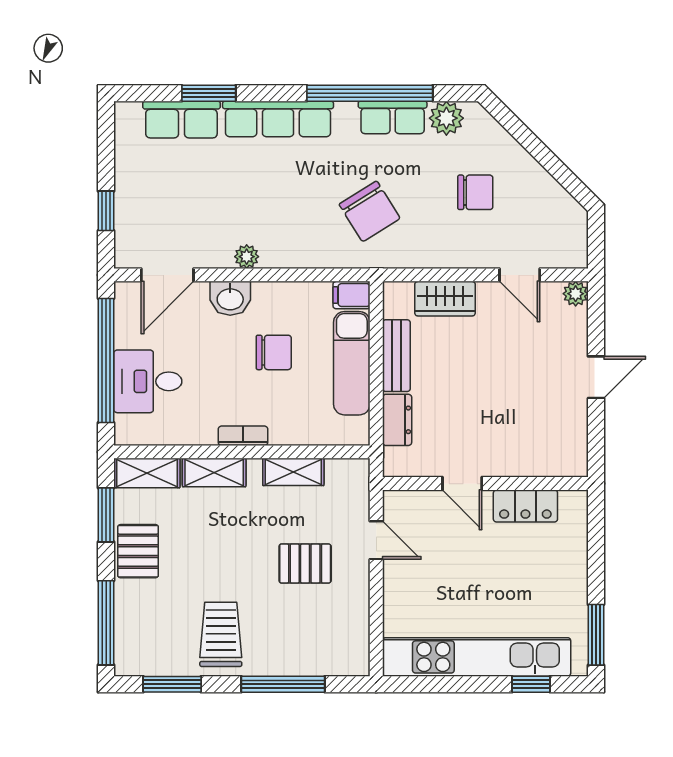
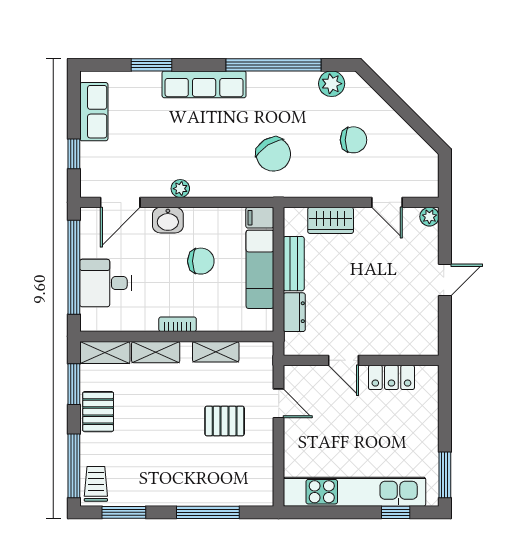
row of seats: (393, 117) -> (291, 83), removed
row of seats: (181, 120) -> (94, 112), moved, turned -90
trolley: (221, 634) -> (96, 484), moved, width x0.73, depth x0.72

